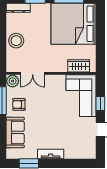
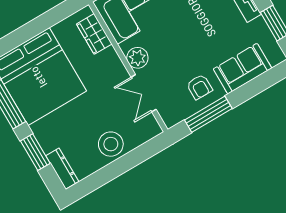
double door: (33, 73) -> (144, 93), swing flipped
plant: (13, 81) -> (137, 58), moved

